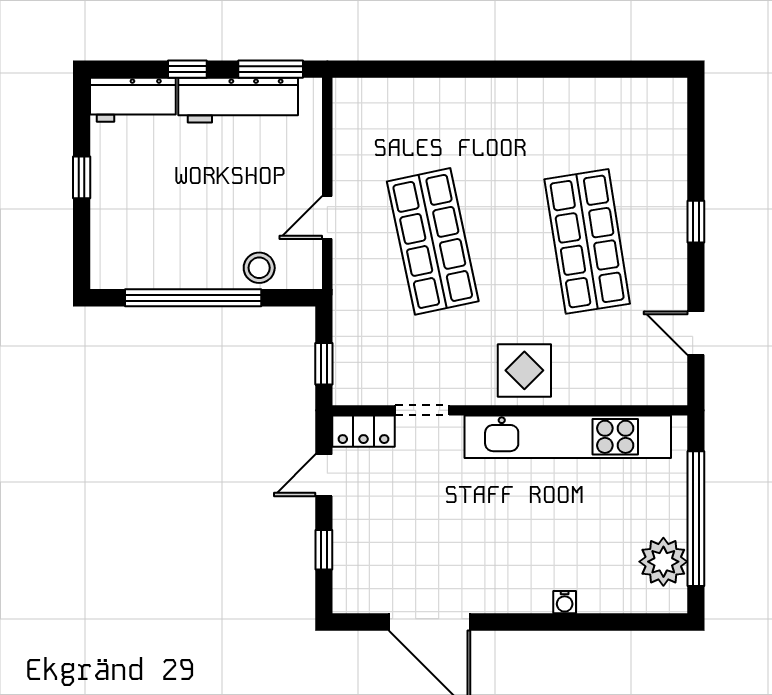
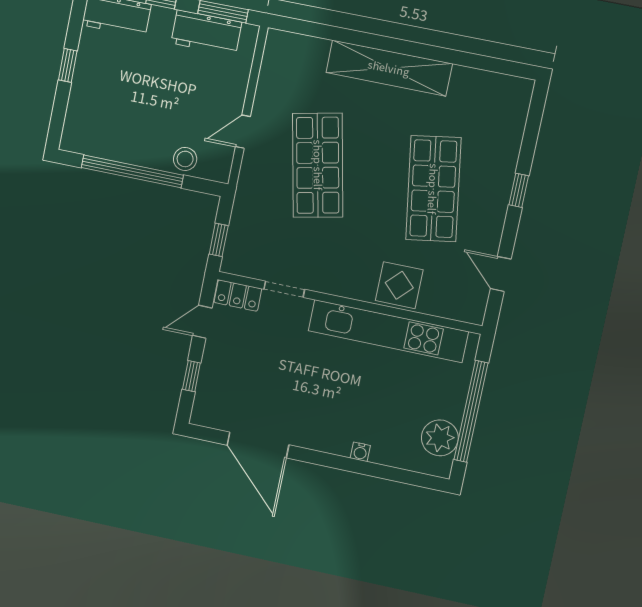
shelving: (499, 99) -> (389, 68), added
workbench: (238, 100) -> (206, 33), width x0.73
display table: (524, 370) -> (399, 285), moved

